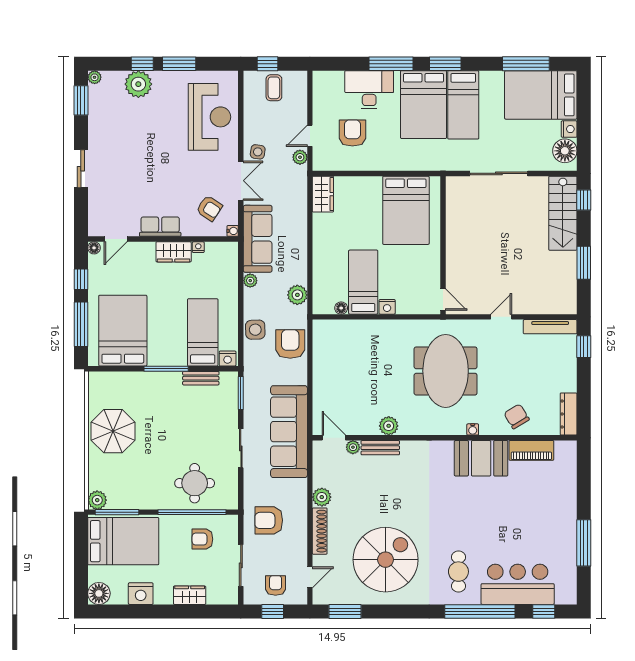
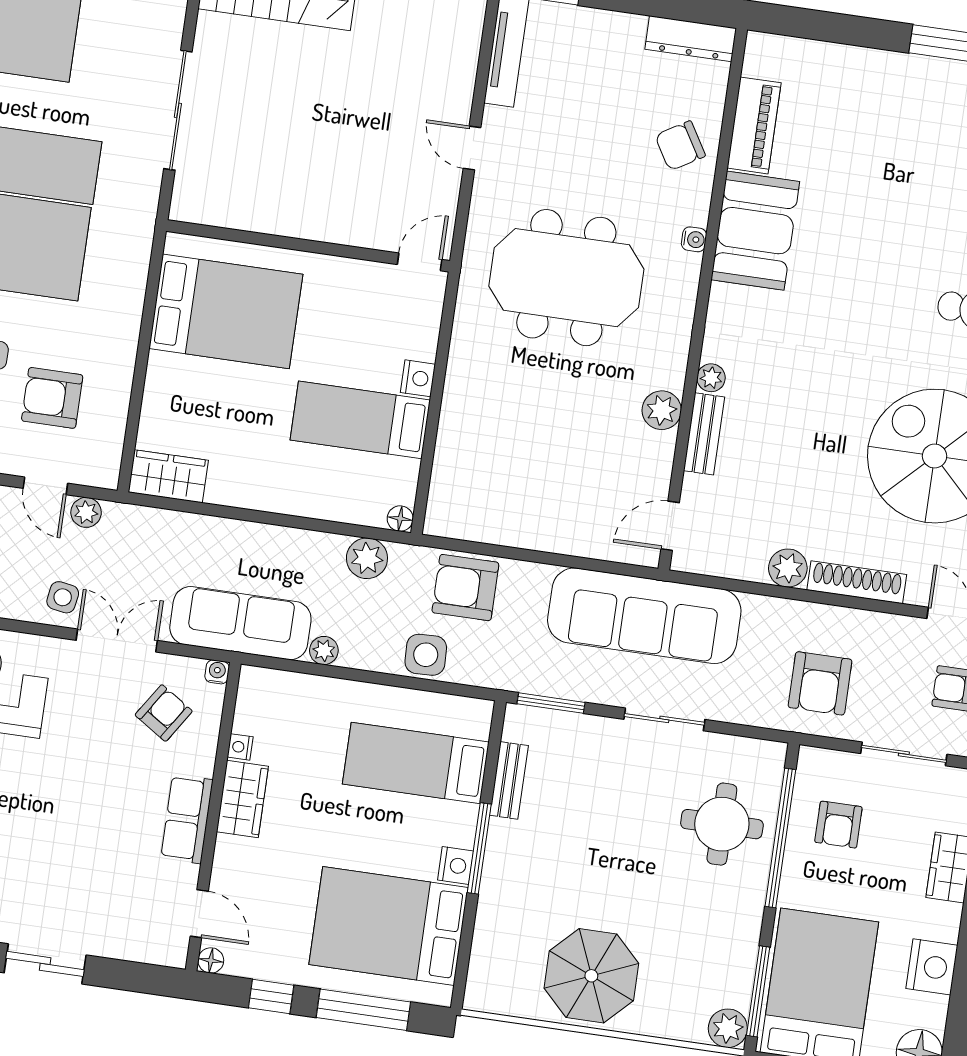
floor lamp: (341, 308) -> (400, 519), moved
nightstand: (228, 358) -> (456, 865), moved
plant: (353, 447) -> (711, 378), moved

